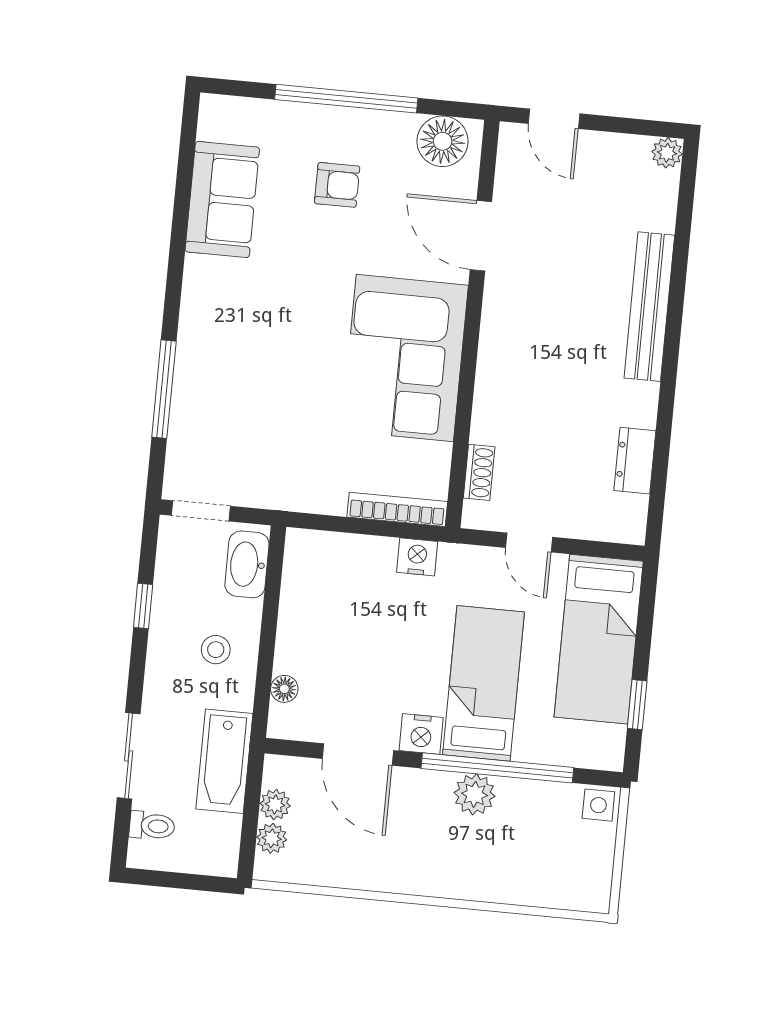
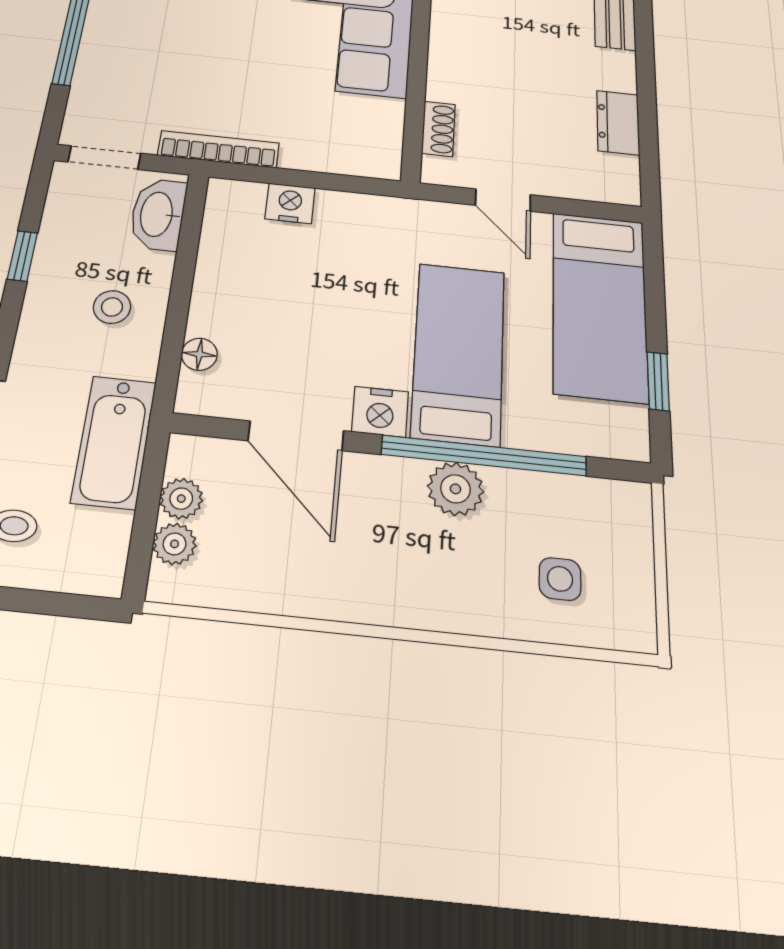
bookcase: (397, 509) -> (219, 149), moved
nightstand: (417, 557) -> (290, 203), moved
side table: (598, 805) -> (560, 579), moved

